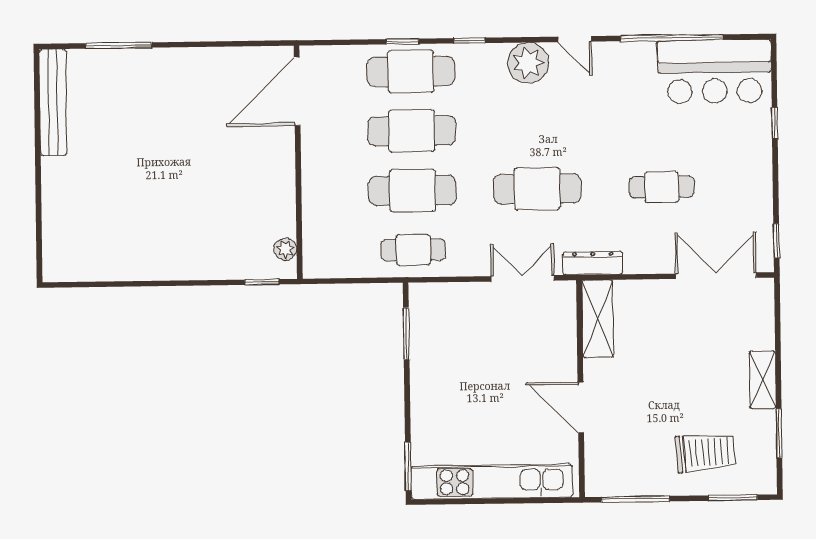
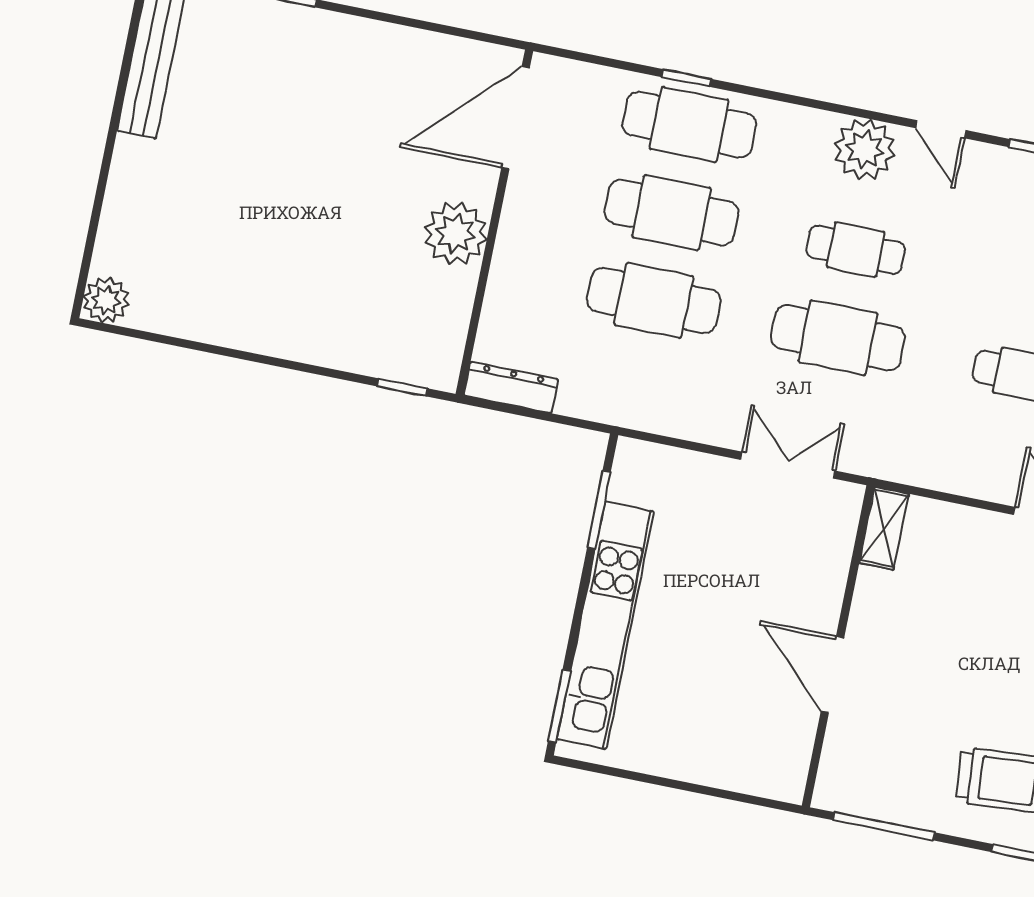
window: (469, 41) -> (785, 98), removed
plant: (285, 249) -> (456, 233), moved, width x1.87, depth x1.87
cafe table: (413, 250) -> (856, 250), moved
dresser: (593, 263) -> (511, 387), moved
plant: (57, 267) -> (106, 300), added
shelving: (598, 319) -> (884, 528), width x0.67, depth x0.75
kitchen unit: (492, 482) -> (605, 625), moved, turned 90

